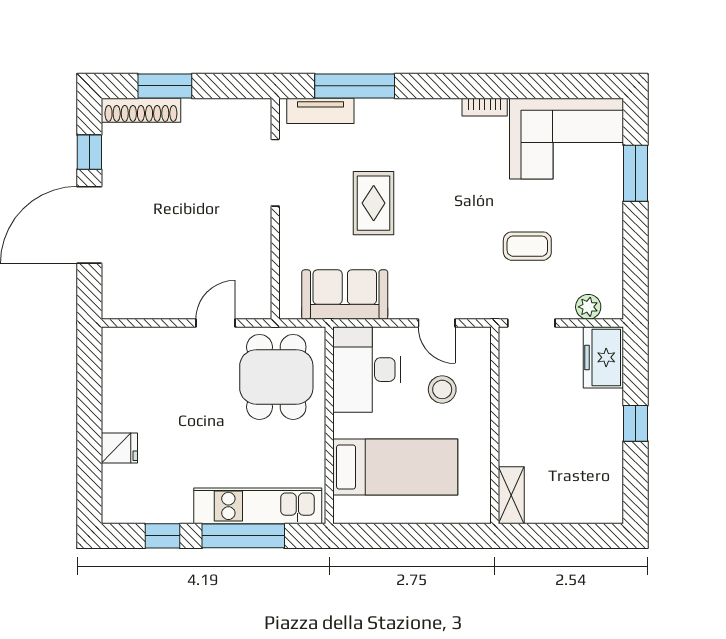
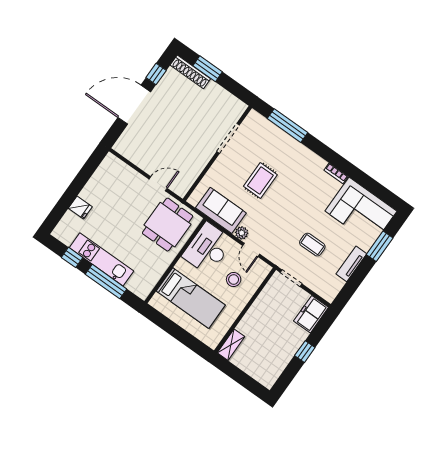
tv unit: (320, 111) -> (351, 264), moved, turned 90
plant: (588, 307) -> (242, 233), moved
kitchen unit: (258, 506) -> (101, 259), moved

